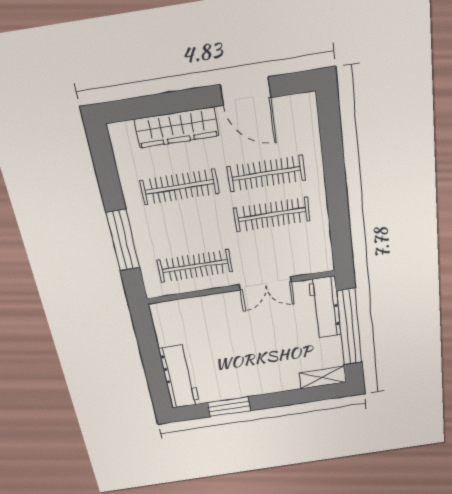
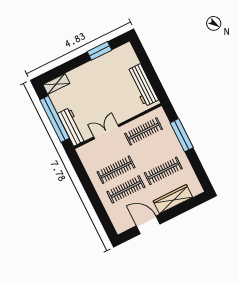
workbench: (179, 377) -> (143, 85), moved

